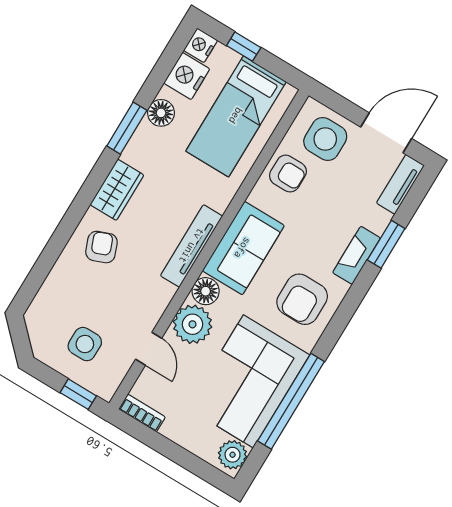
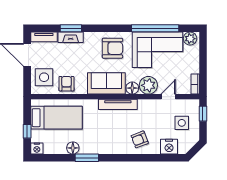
nightstand: (187, 76) -> (169, 147), moved
wardrobe: (117, 190) -> (114, 147), removed
fireplace: (356, 255) -> (71, 37), moved

